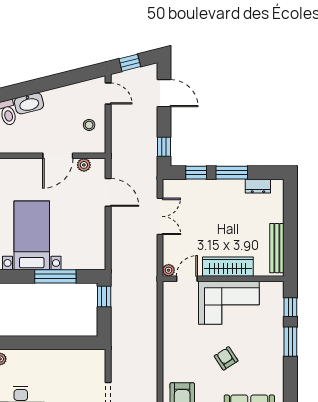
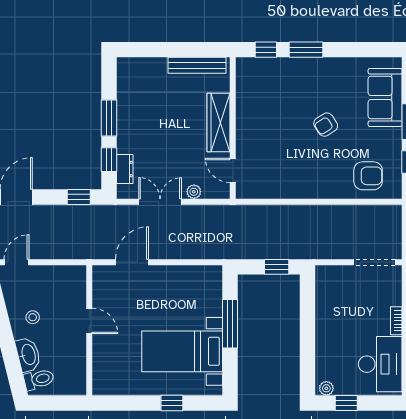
stool: (89, 125) -> (33, 317), moved
door: (58, 156) -> (89, 321), width x0.73
plant: (84, 165) -> (100, 291), removed
dresser: (258, 186) -> (125, 169), moved
plant: (169, 270) -> (194, 192), moved
window: (104, 297) -> (277, 267), moved
corner sofa: (229, 303) -> (261, 121), removed

